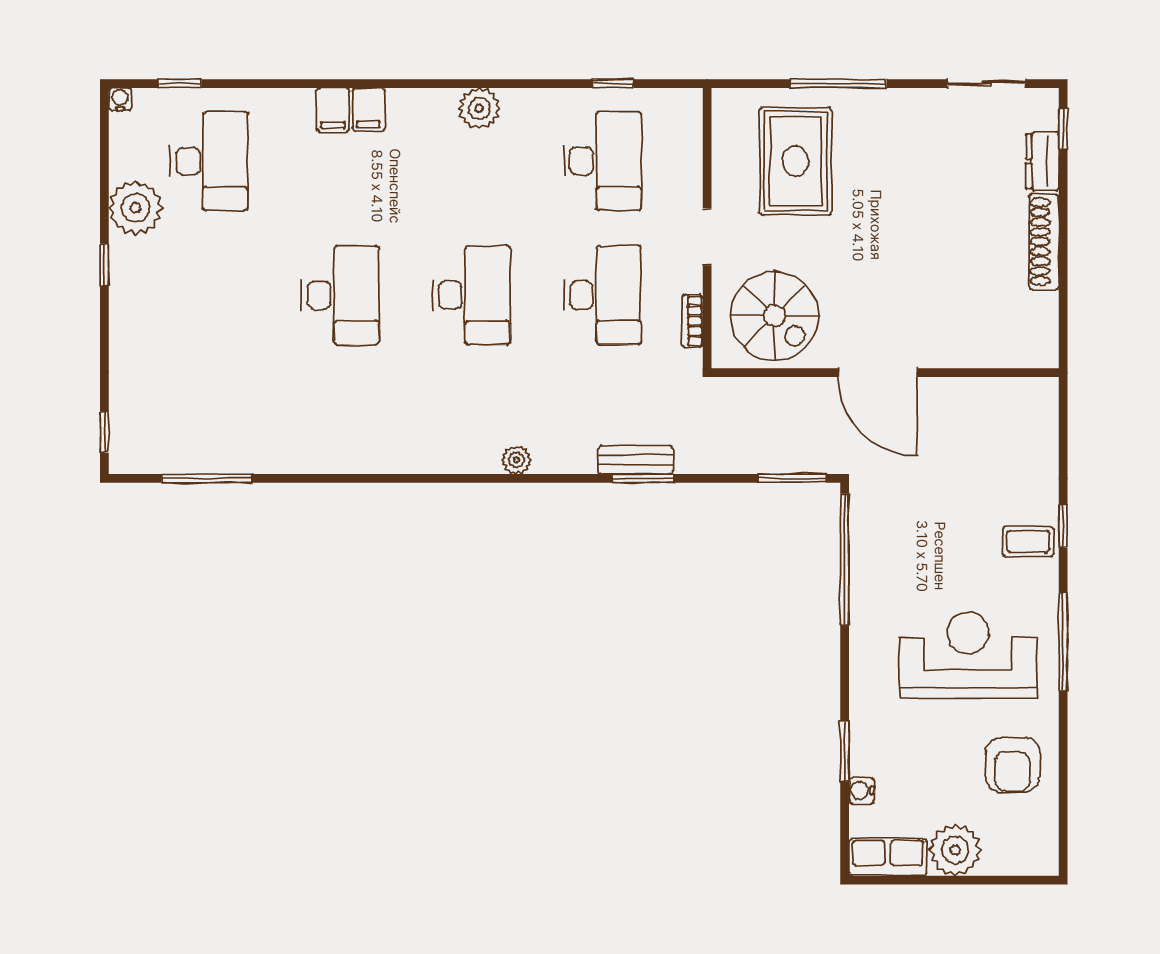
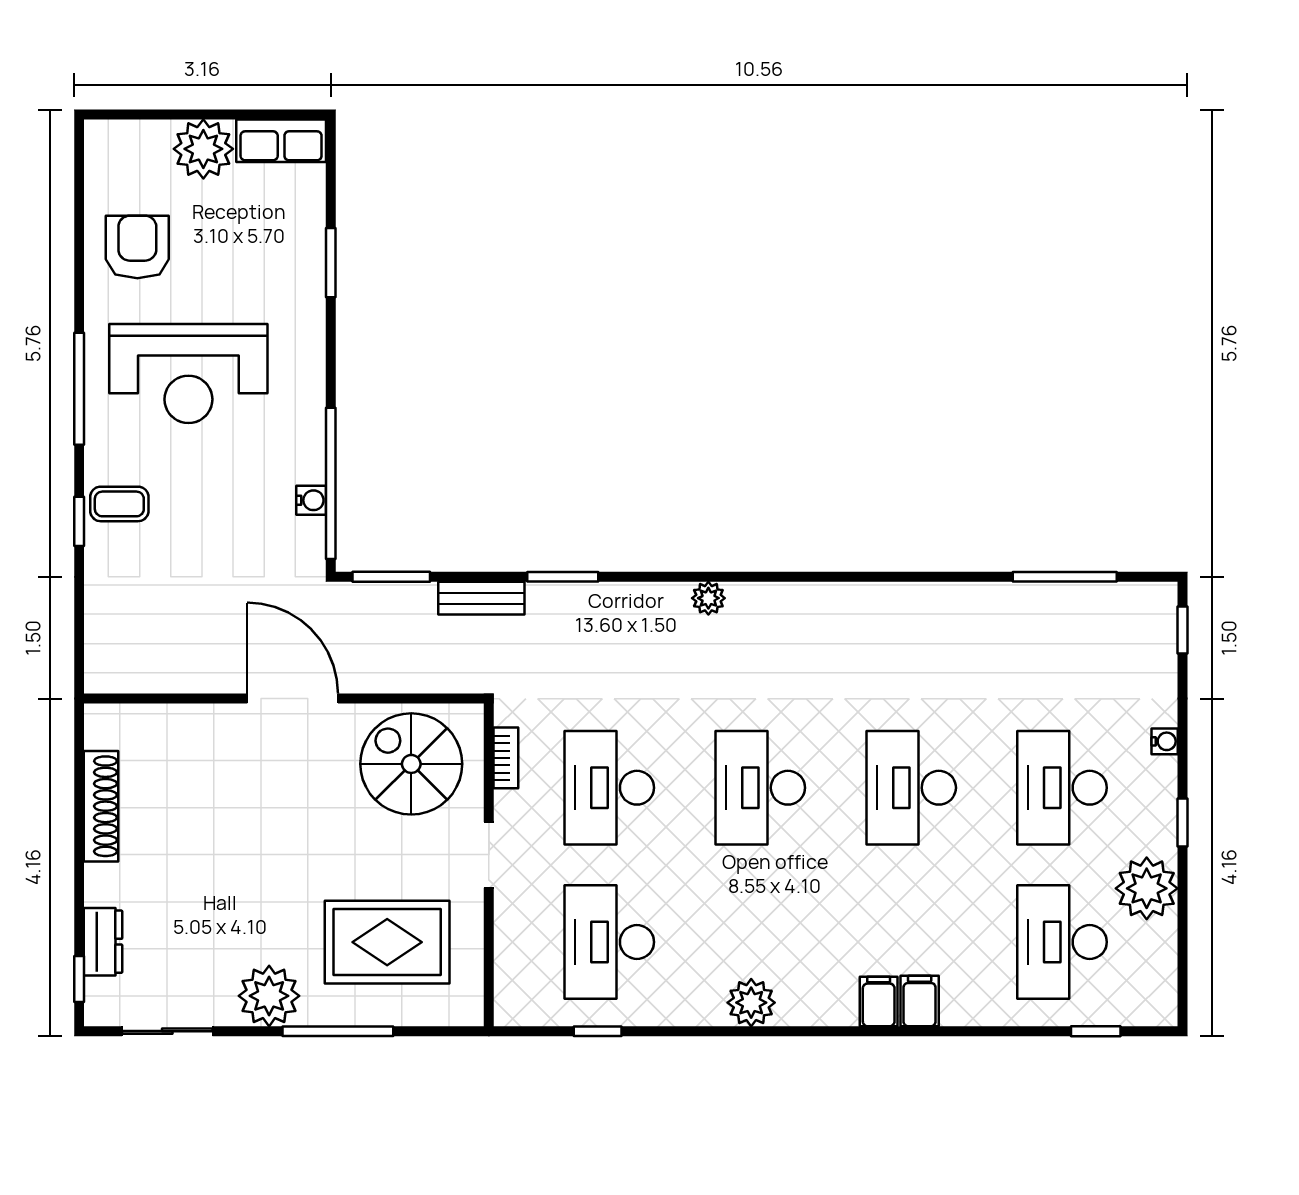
water cooler: (120, 99) -> (1165, 741), moved, turned -90
plant: (898, 114) -> (269, 996), added
rug: (796, 161) -> (387, 942), turned 90
shoe rack: (1044, 242) -> (101, 806), moved
desk: (209, 295) -> (1062, 788), added
bench: (636, 460) -> (481, 598), moved
water cooler: (862, 791) -> (311, 500), moved

